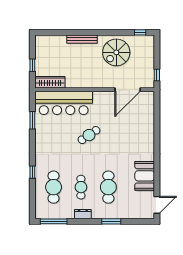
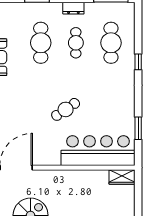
window: (32, 65) -> (138, 199), removed
wardrobe: (50, 82) -> (122, 177), width x0.67

